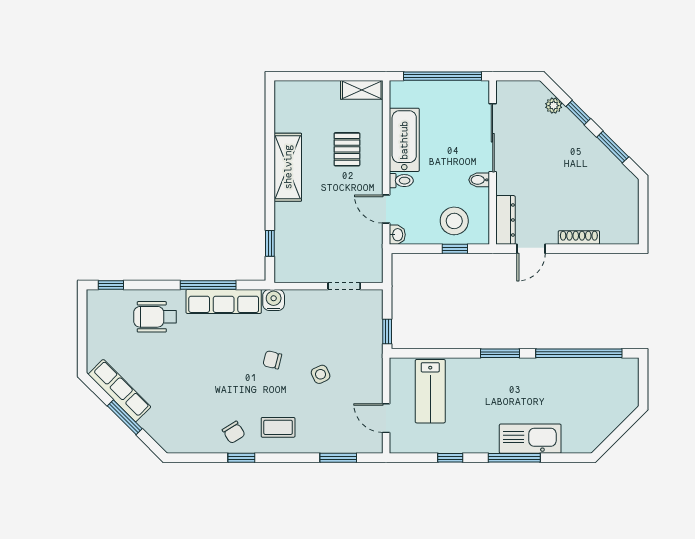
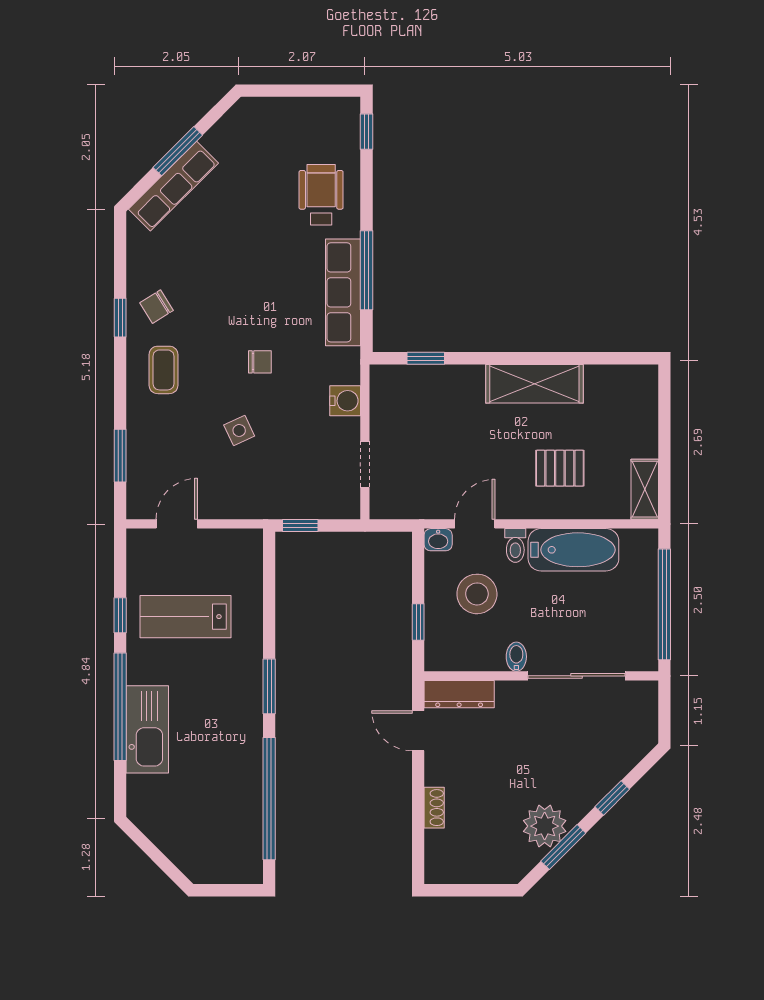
plant: (554, 106) -> (545, 826), moved, width x1.88, depth x1.88
stool: (454, 221) -> (477, 594), moved
shoe rack: (579, 238) -> (434, 808), width x0.70
water cooler: (274, 300) -> (345, 401), moved
chair: (272, 360) -> (260, 362), turned 76
row of seats: (119, 391) -> (174, 186), moved
lab bench: (430, 391) -> (185, 617), moved
window: (514, 458) -> (120, 707), width x1.46

